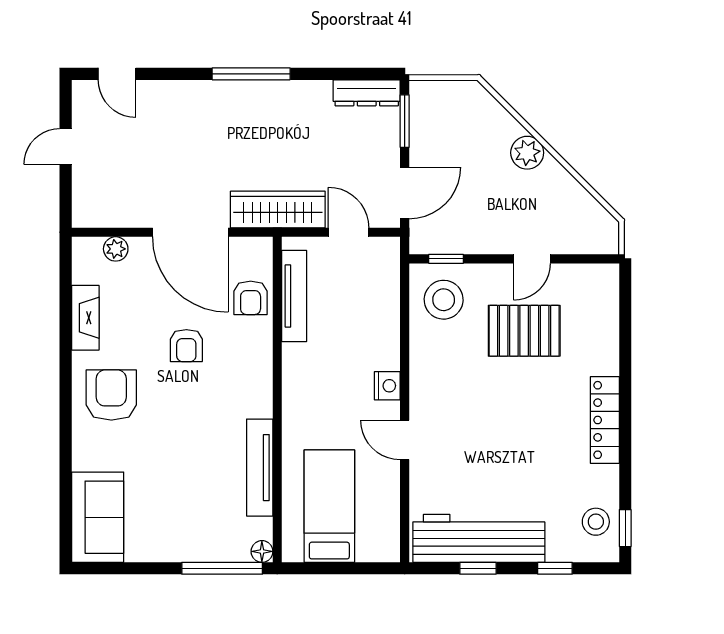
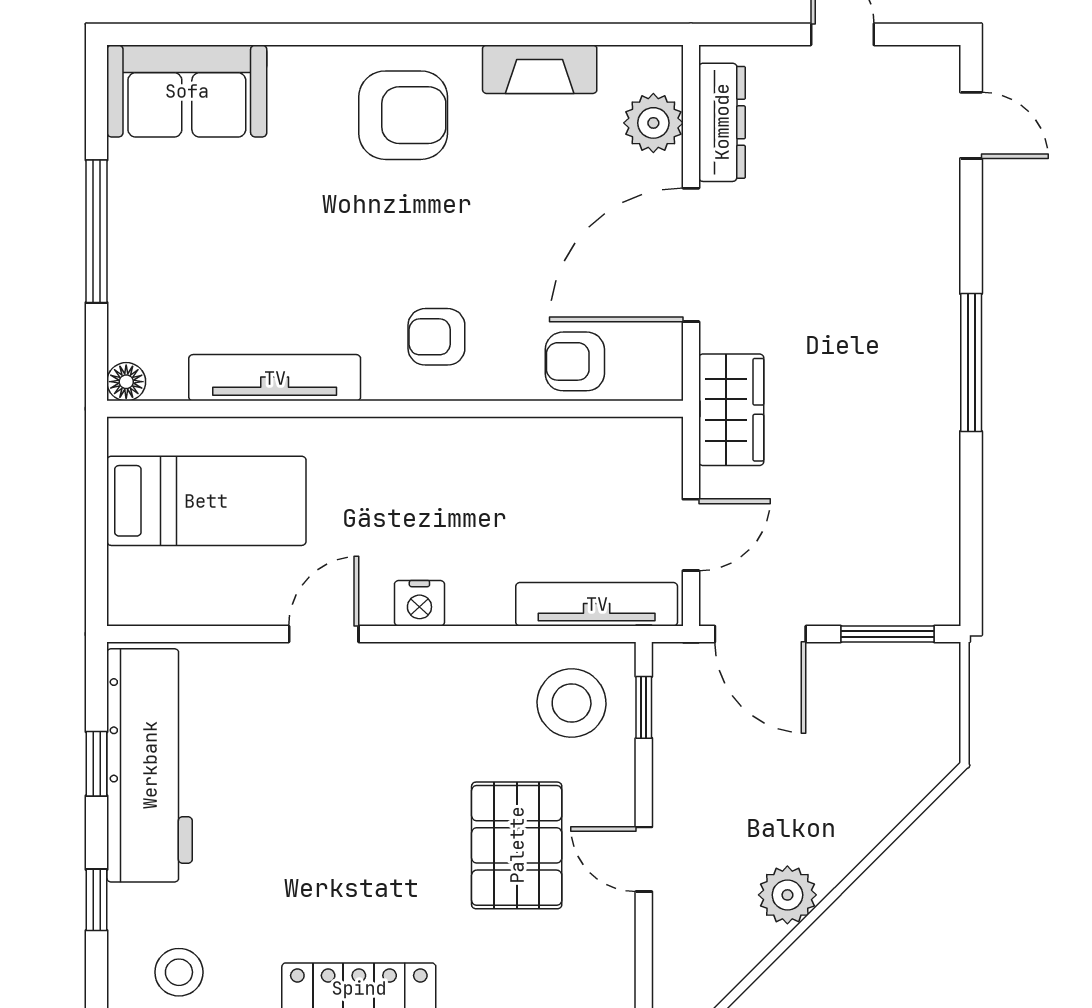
door: (117, 74) -> (971, 125), swing flipped
dresser: (367, 93) -> (722, 122), moved, turned 180
plant: (527, 153) -> (787, 895), moved
wardrobe: (278, 209) -> (731, 410), width x0.67
plant: (116, 249) -> (653, 123), width x1.38, depth x1.38
tv unit: (294, 296) -> (597, 604), moved, turned 180
armchair: (186, 346) -> (436, 337), moved
window: (222, 568) -> (97, 231), moved

